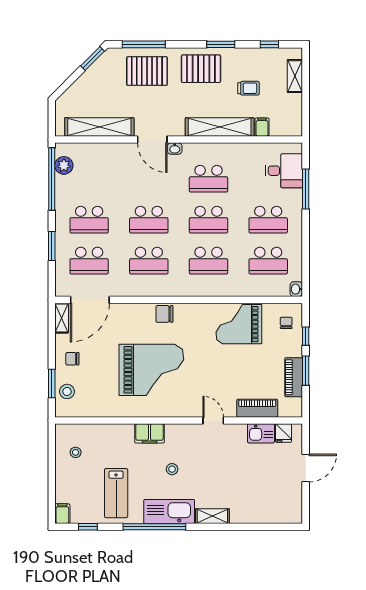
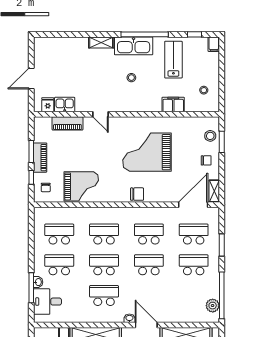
washbasin: (296, 289) -> (38, 282), moved
piano: (294, 377) -> (40, 158), moved
filing cabinet: (149, 433) -> (173, 104), moved

